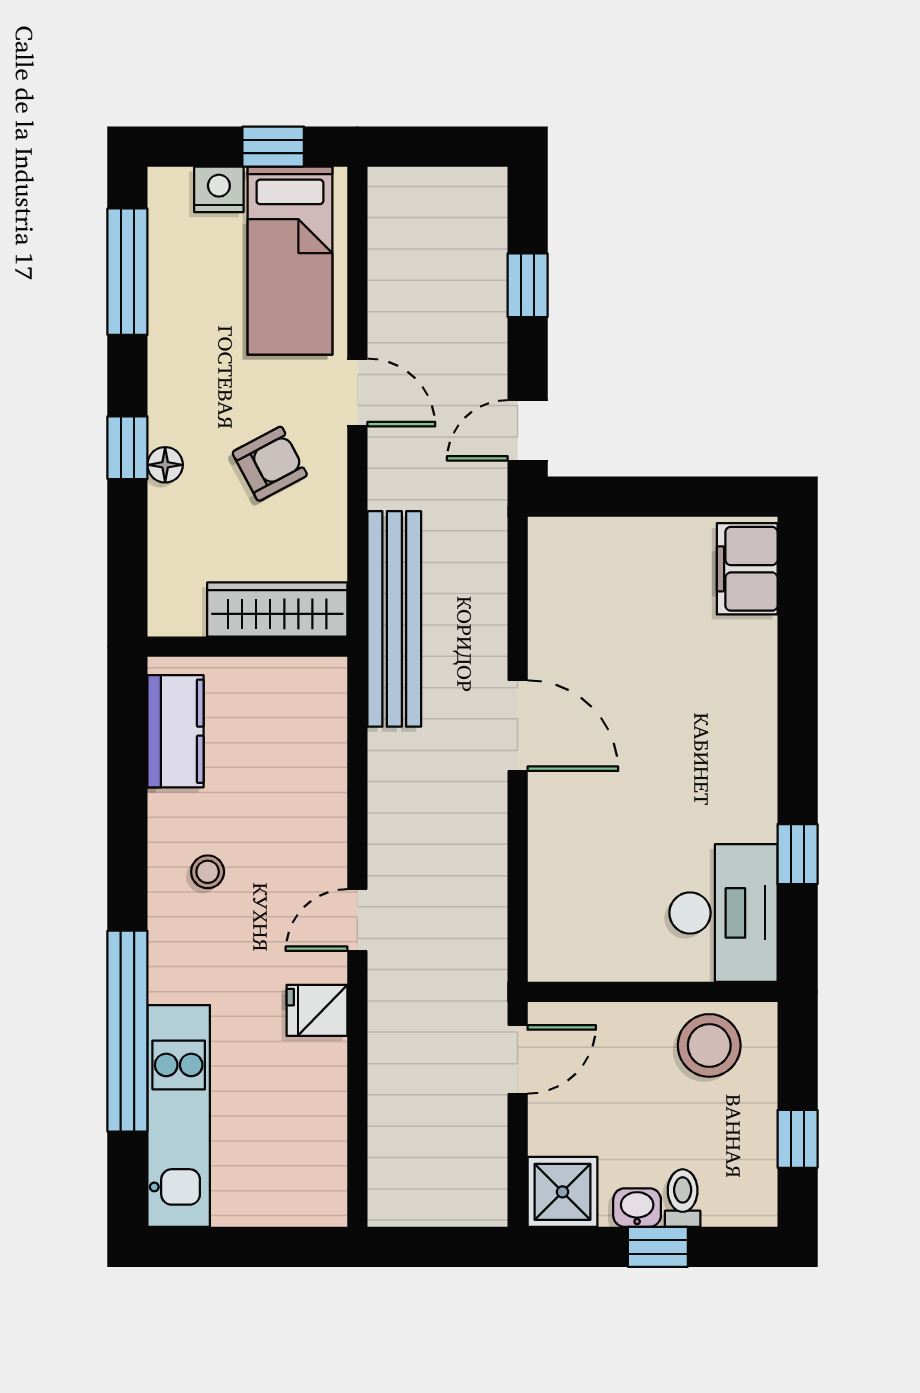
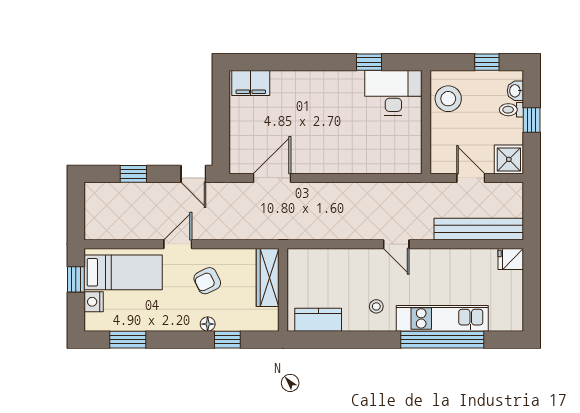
window: (127, 272) -> (128, 340), width x0.69
window: (127, 448) -> (227, 340), moved
armchair: (270, 464) -> (207, 281), turned -88
bench: (394, 619) -> (479, 229), moved
door: (518, 726) -> (272, 178), moved
fridge: (317, 1010) -> (511, 259), moved, turned 90
door: (518, 1059) -> (471, 178), moved
kitchen unit: (179, 1116) -> (442, 318), moved
washbasin: (637, 1208) -> (515, 91), moved

